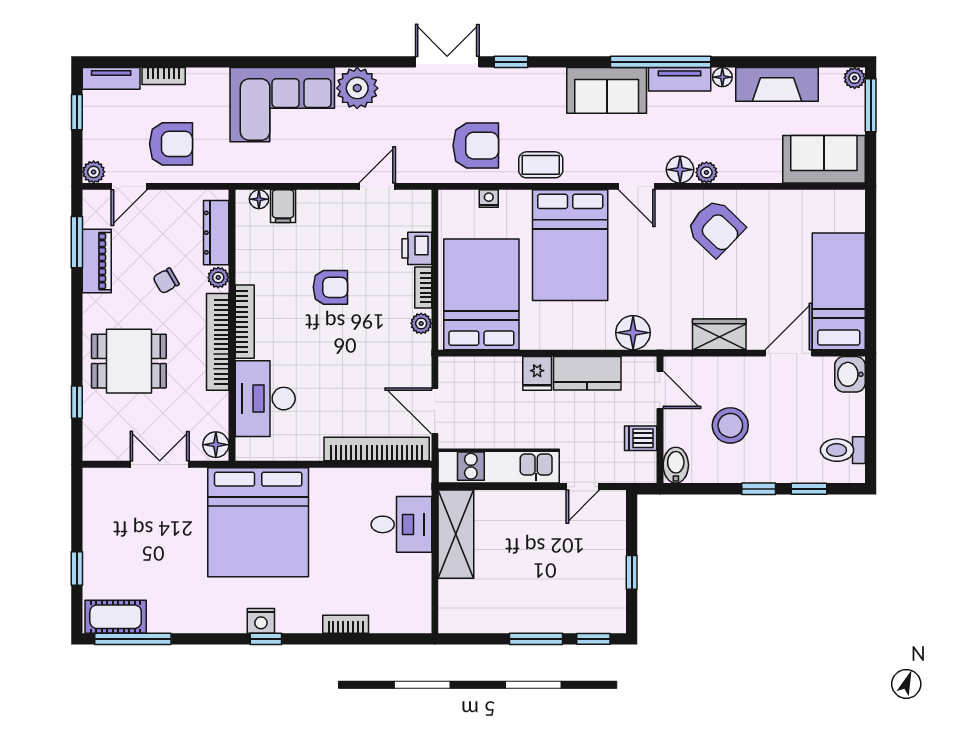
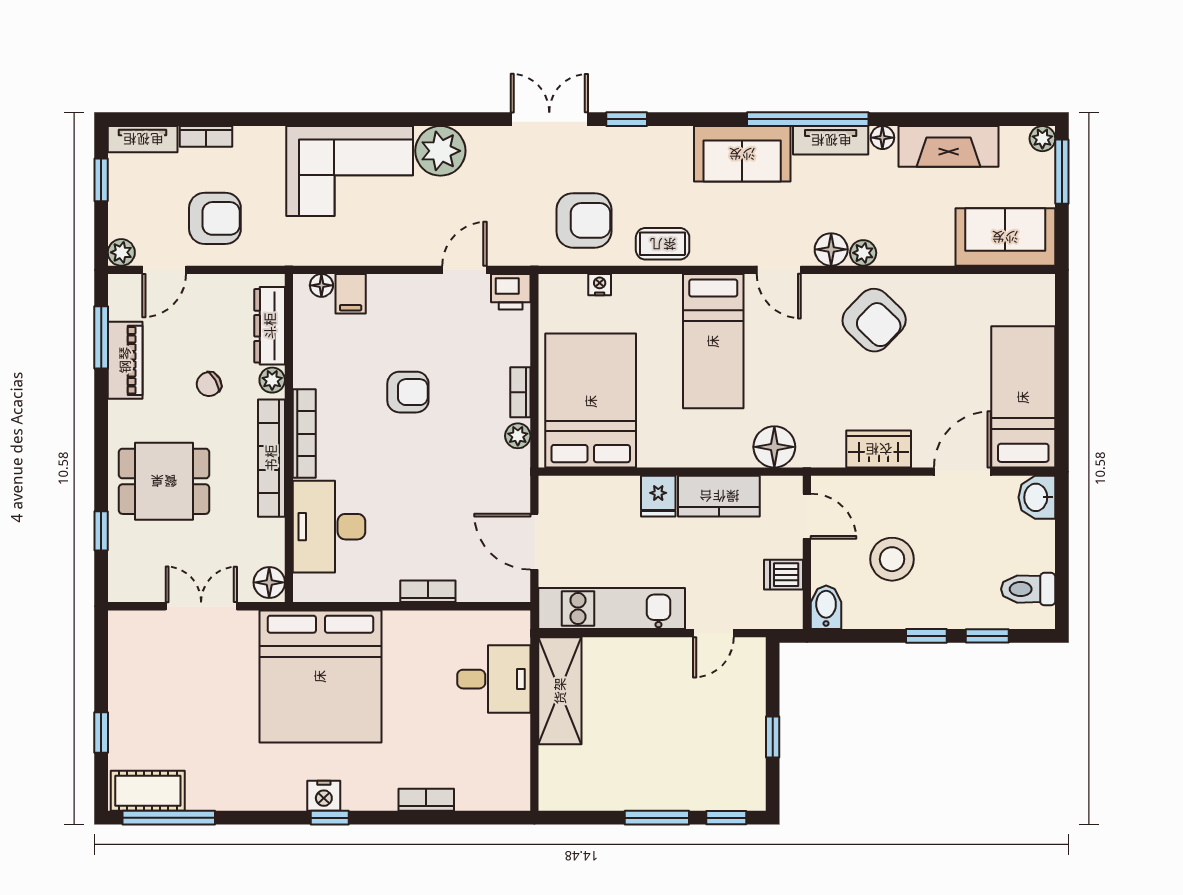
bed: (570, 245) -> (713, 341), width x0.67
printer: (417, 248) -> (511, 292), moved, turned -90
bookcase: (377, 449) -> (428, 591), width x0.43, depth x0.76

